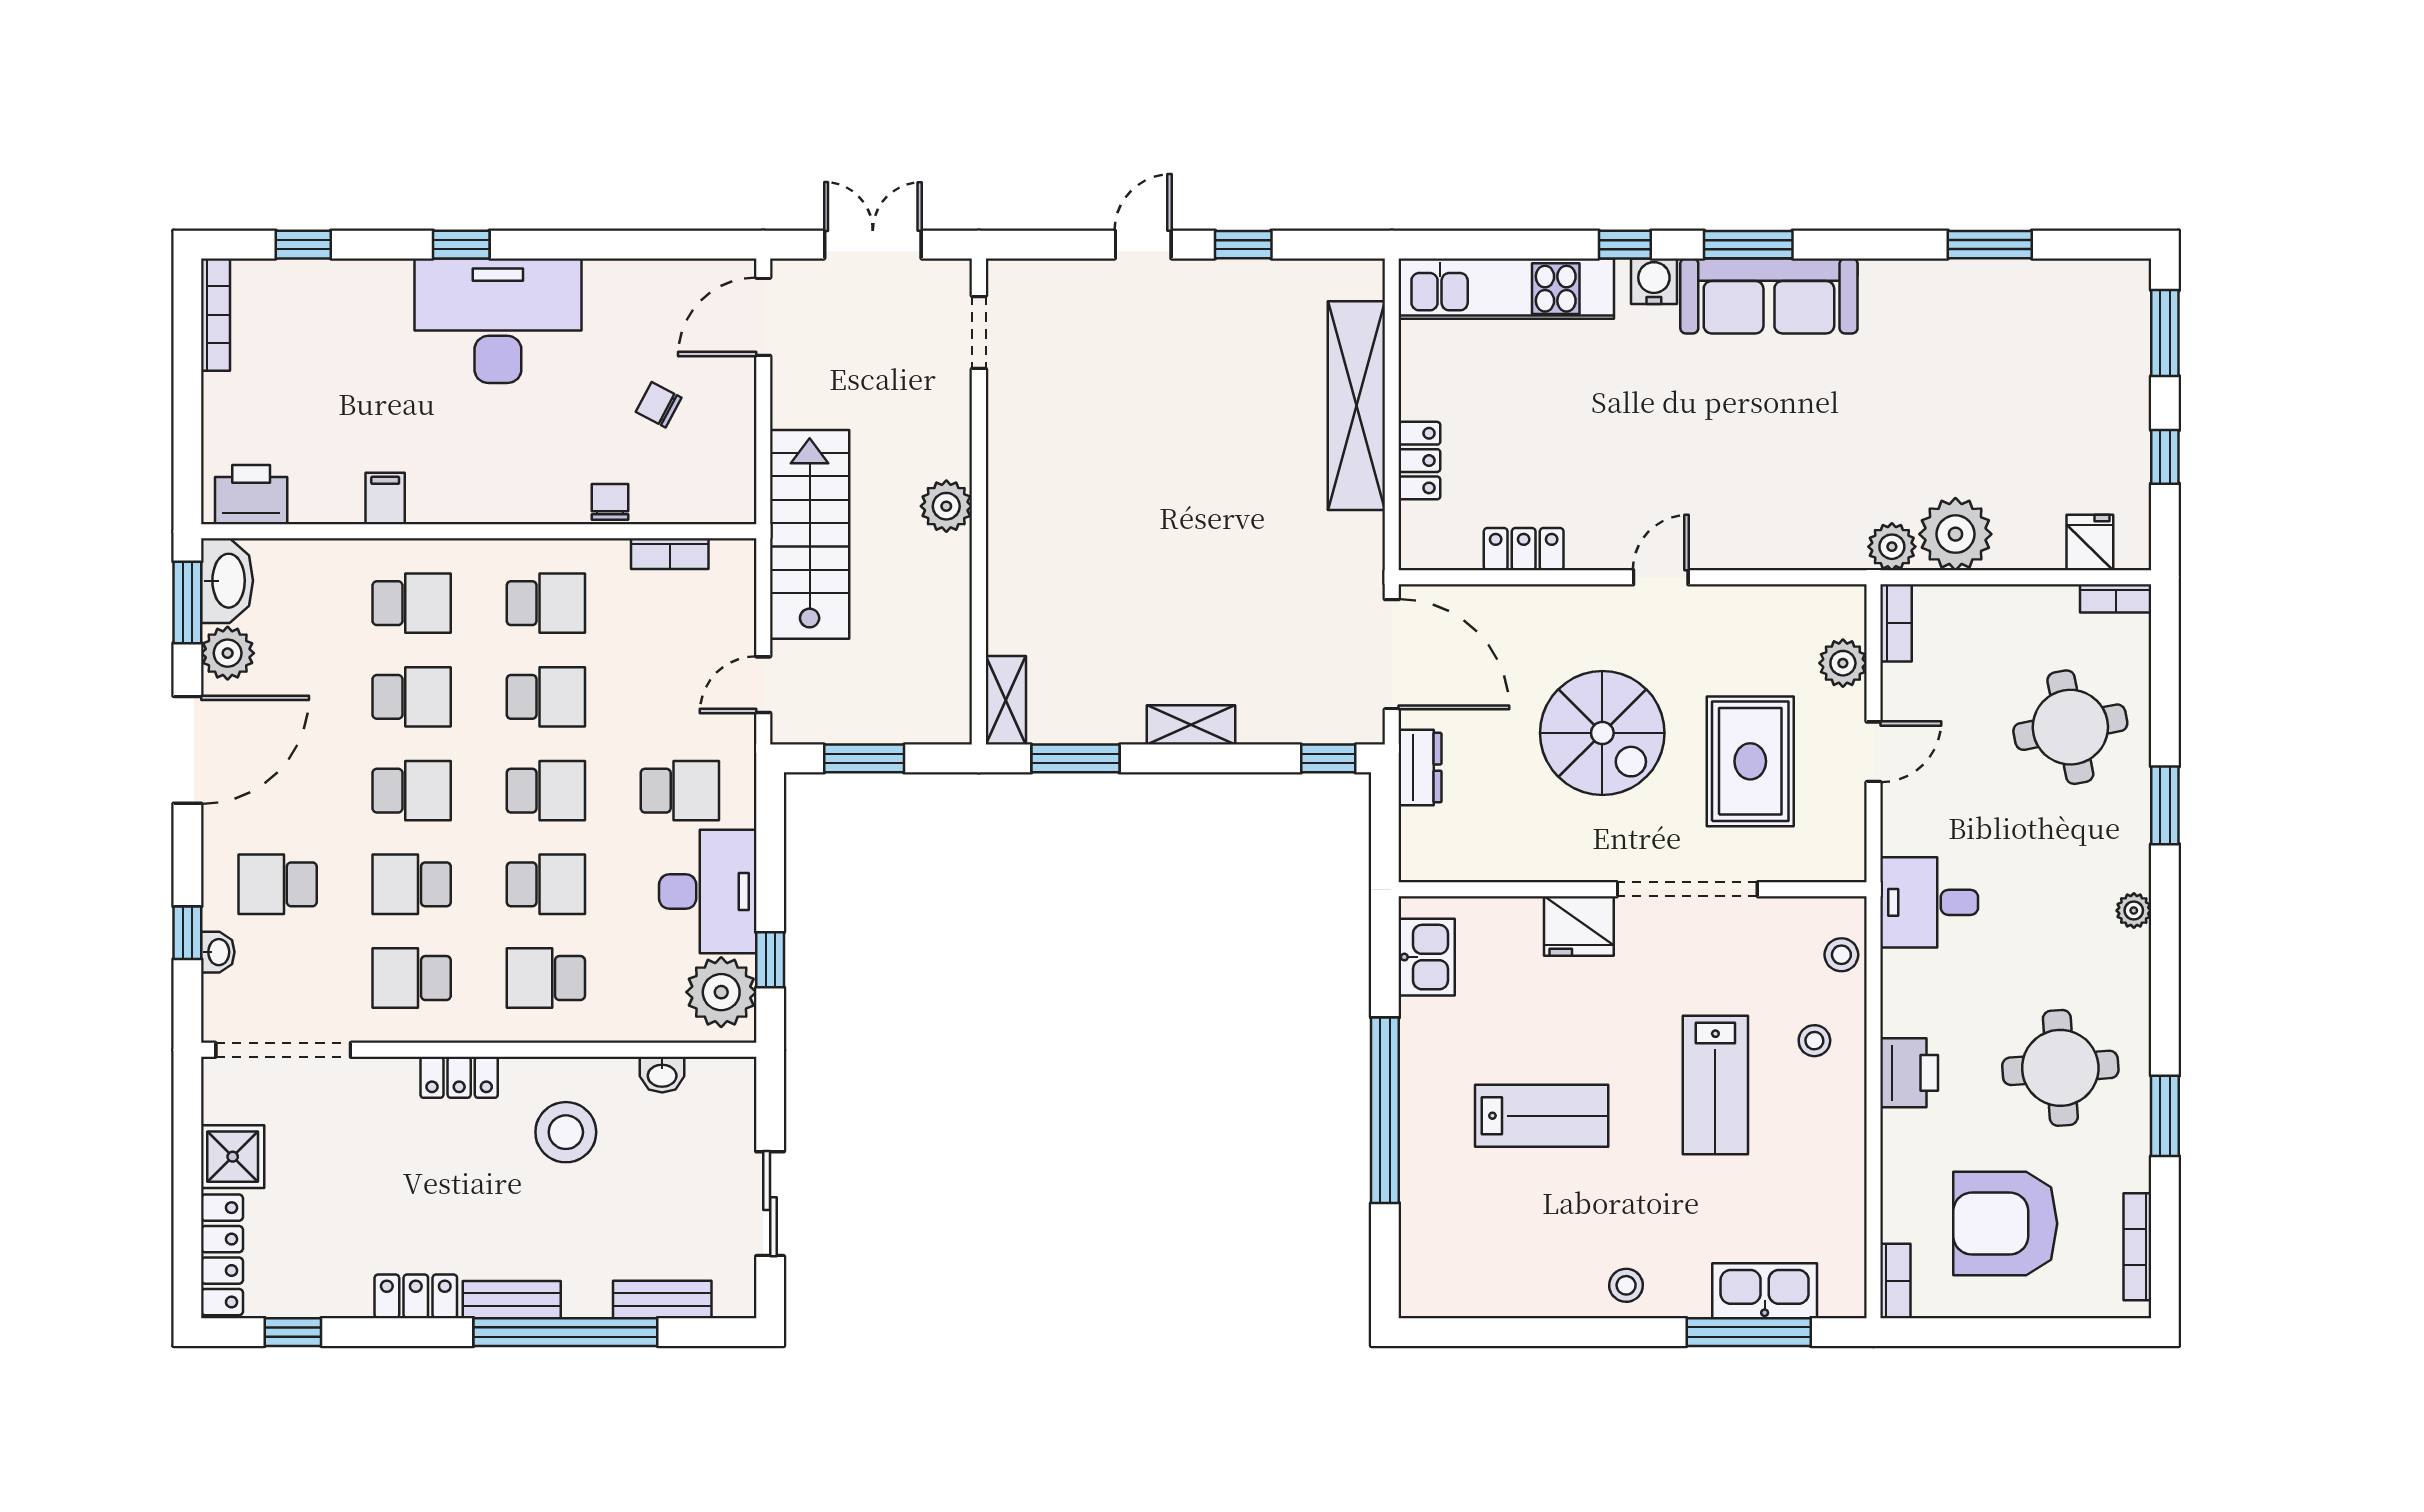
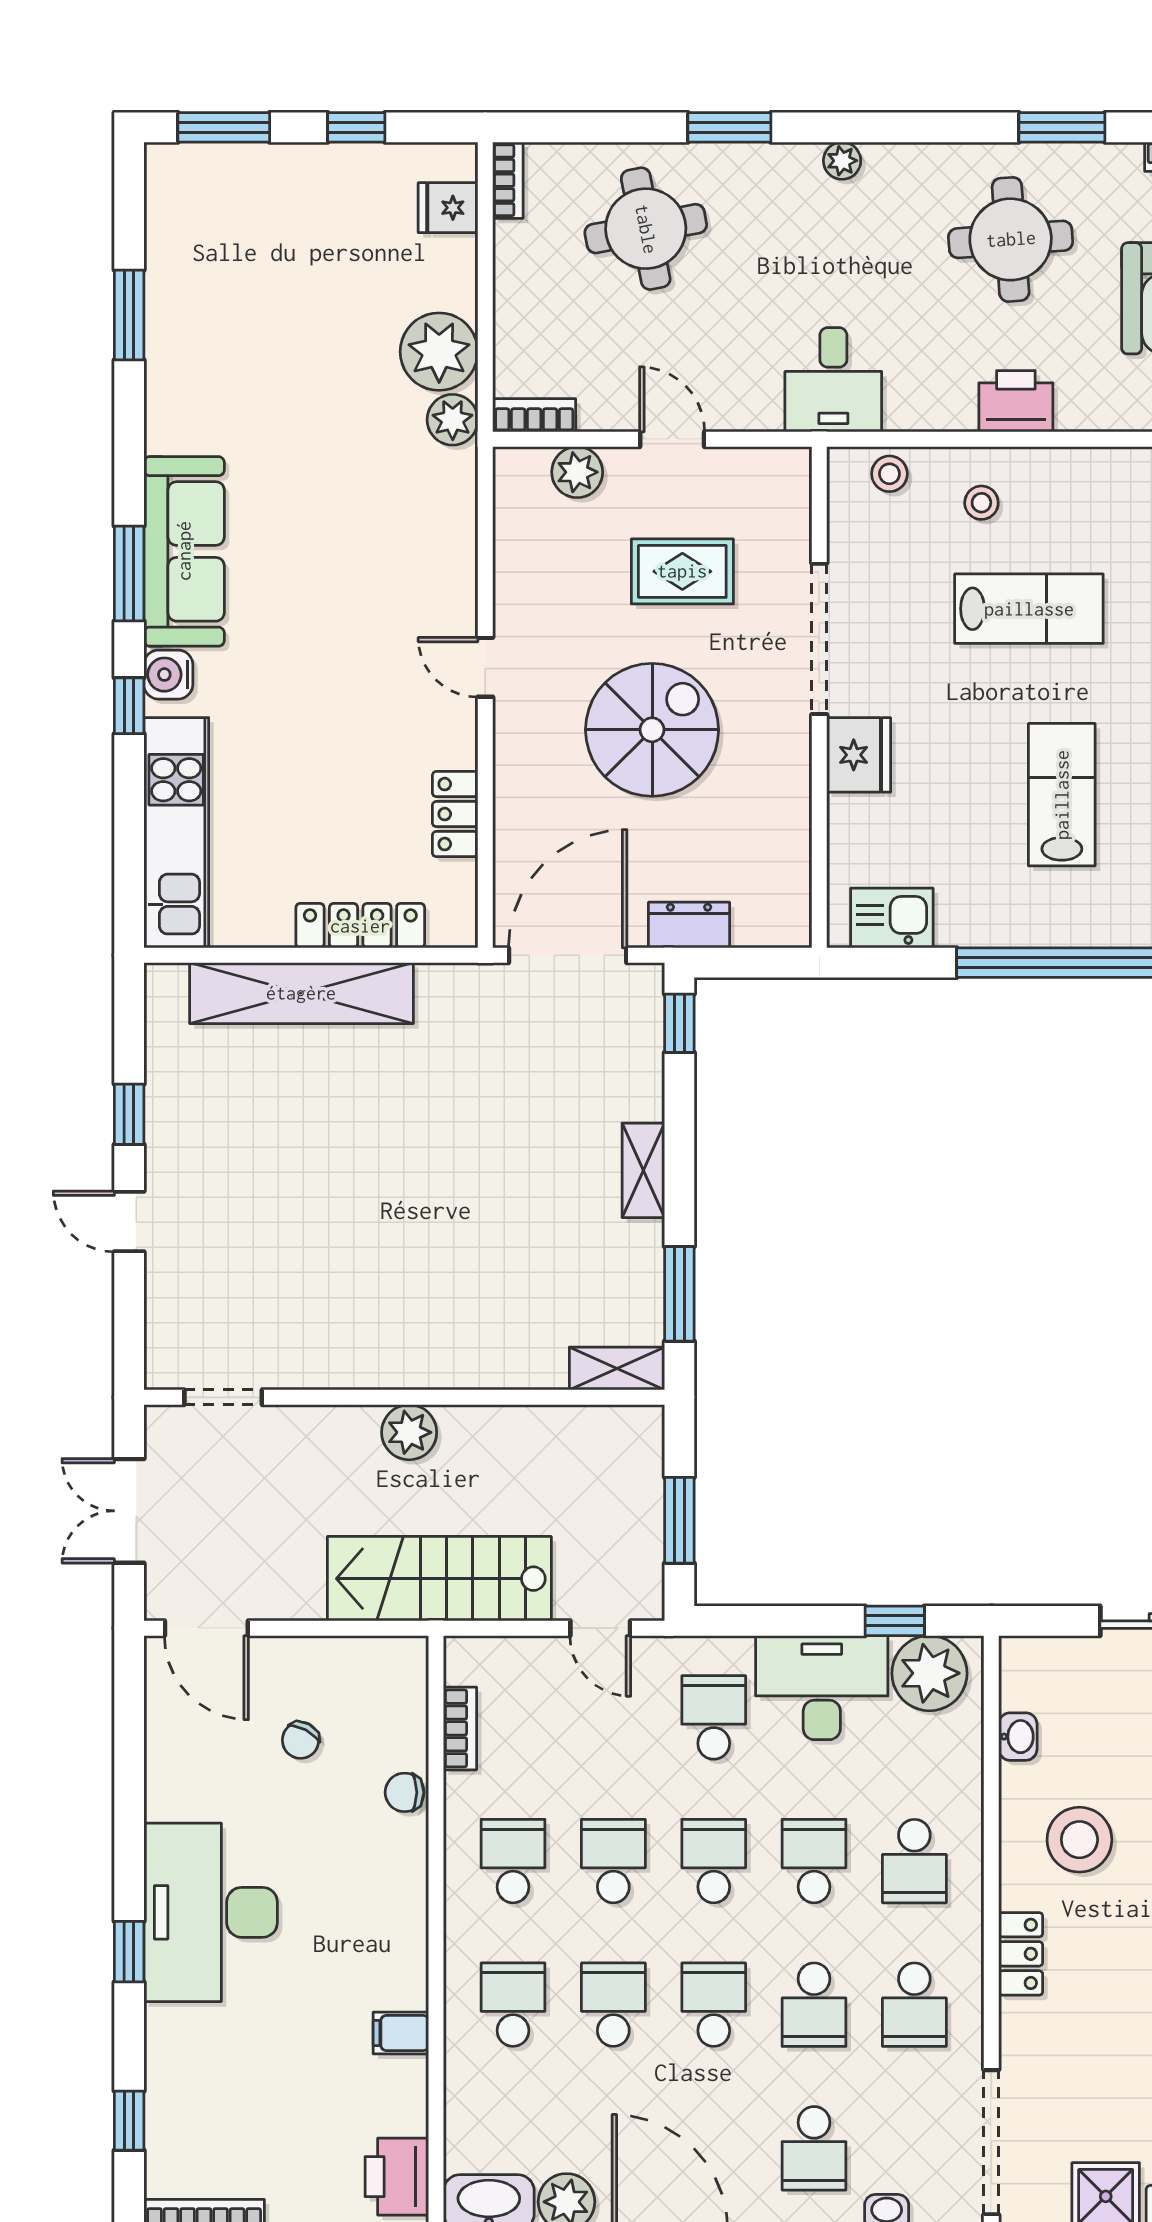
locker: (1419, 461) -> (360, 926), width x1.53
rug: (1750, 761) -> (682, 571), width x0.73, depth x0.70

